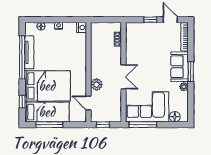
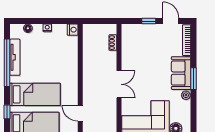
plant: (96, 84) -> (89, 93), removed
bed: (47, 86) -> (35, 94), width x0.67

